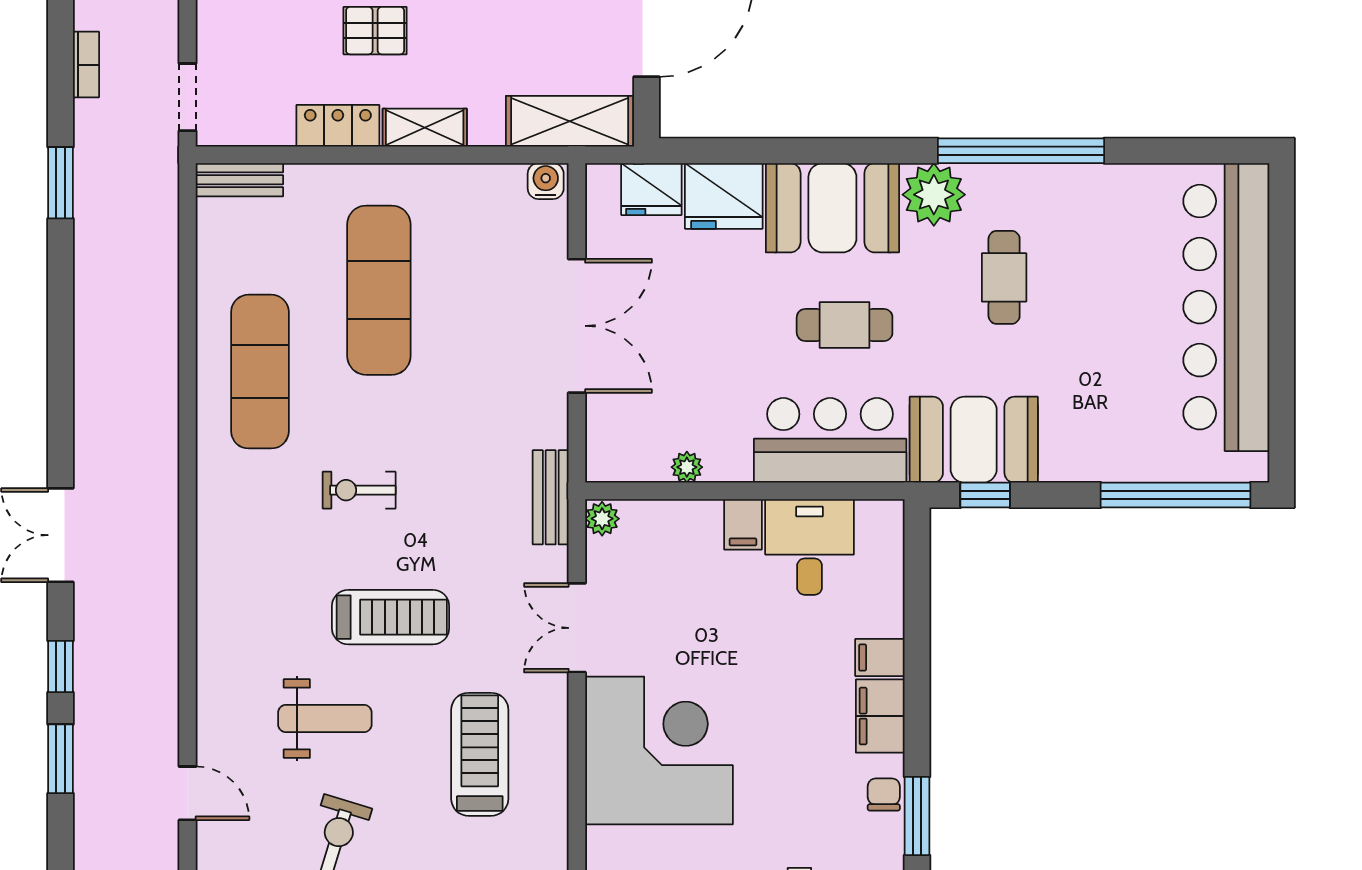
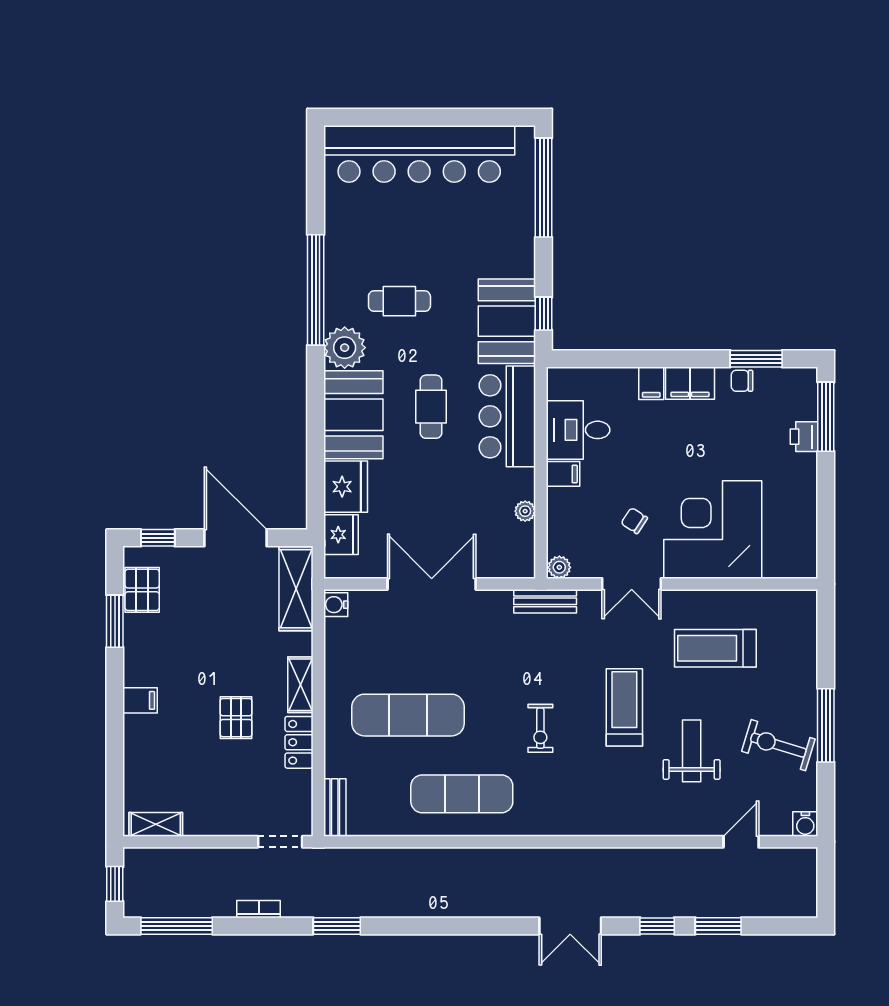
chair: (673, 632) -> (634, 521), added

